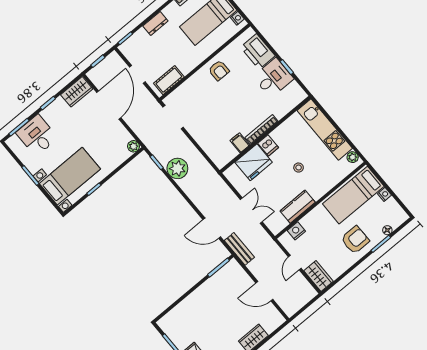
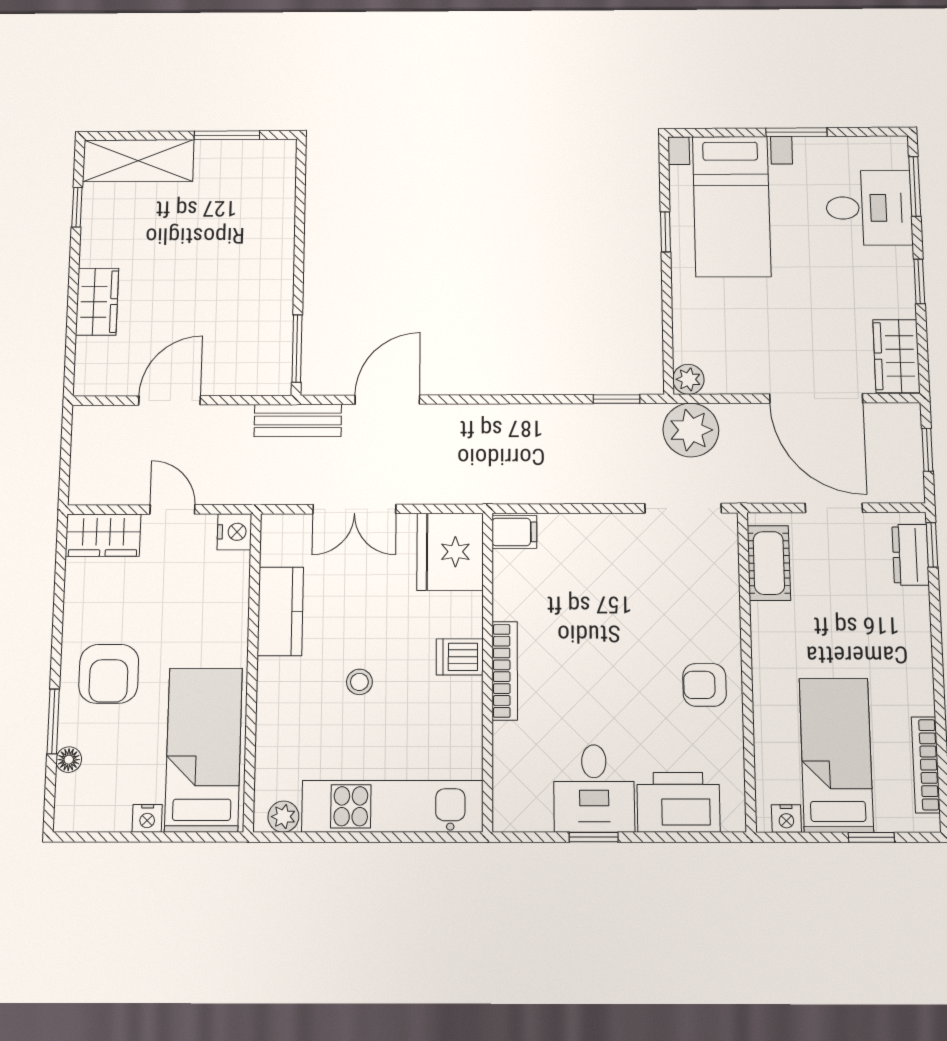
dresser: (155, 23) -> (911, 555), moved
filing cabinet: (240, 143) -> (514, 532), moved
fridge: (254, 162) -> (450, 552), moved
plant: (177, 168) -> (691, 430), moved
nightstand: (296, 231) -> (234, 532), moved

